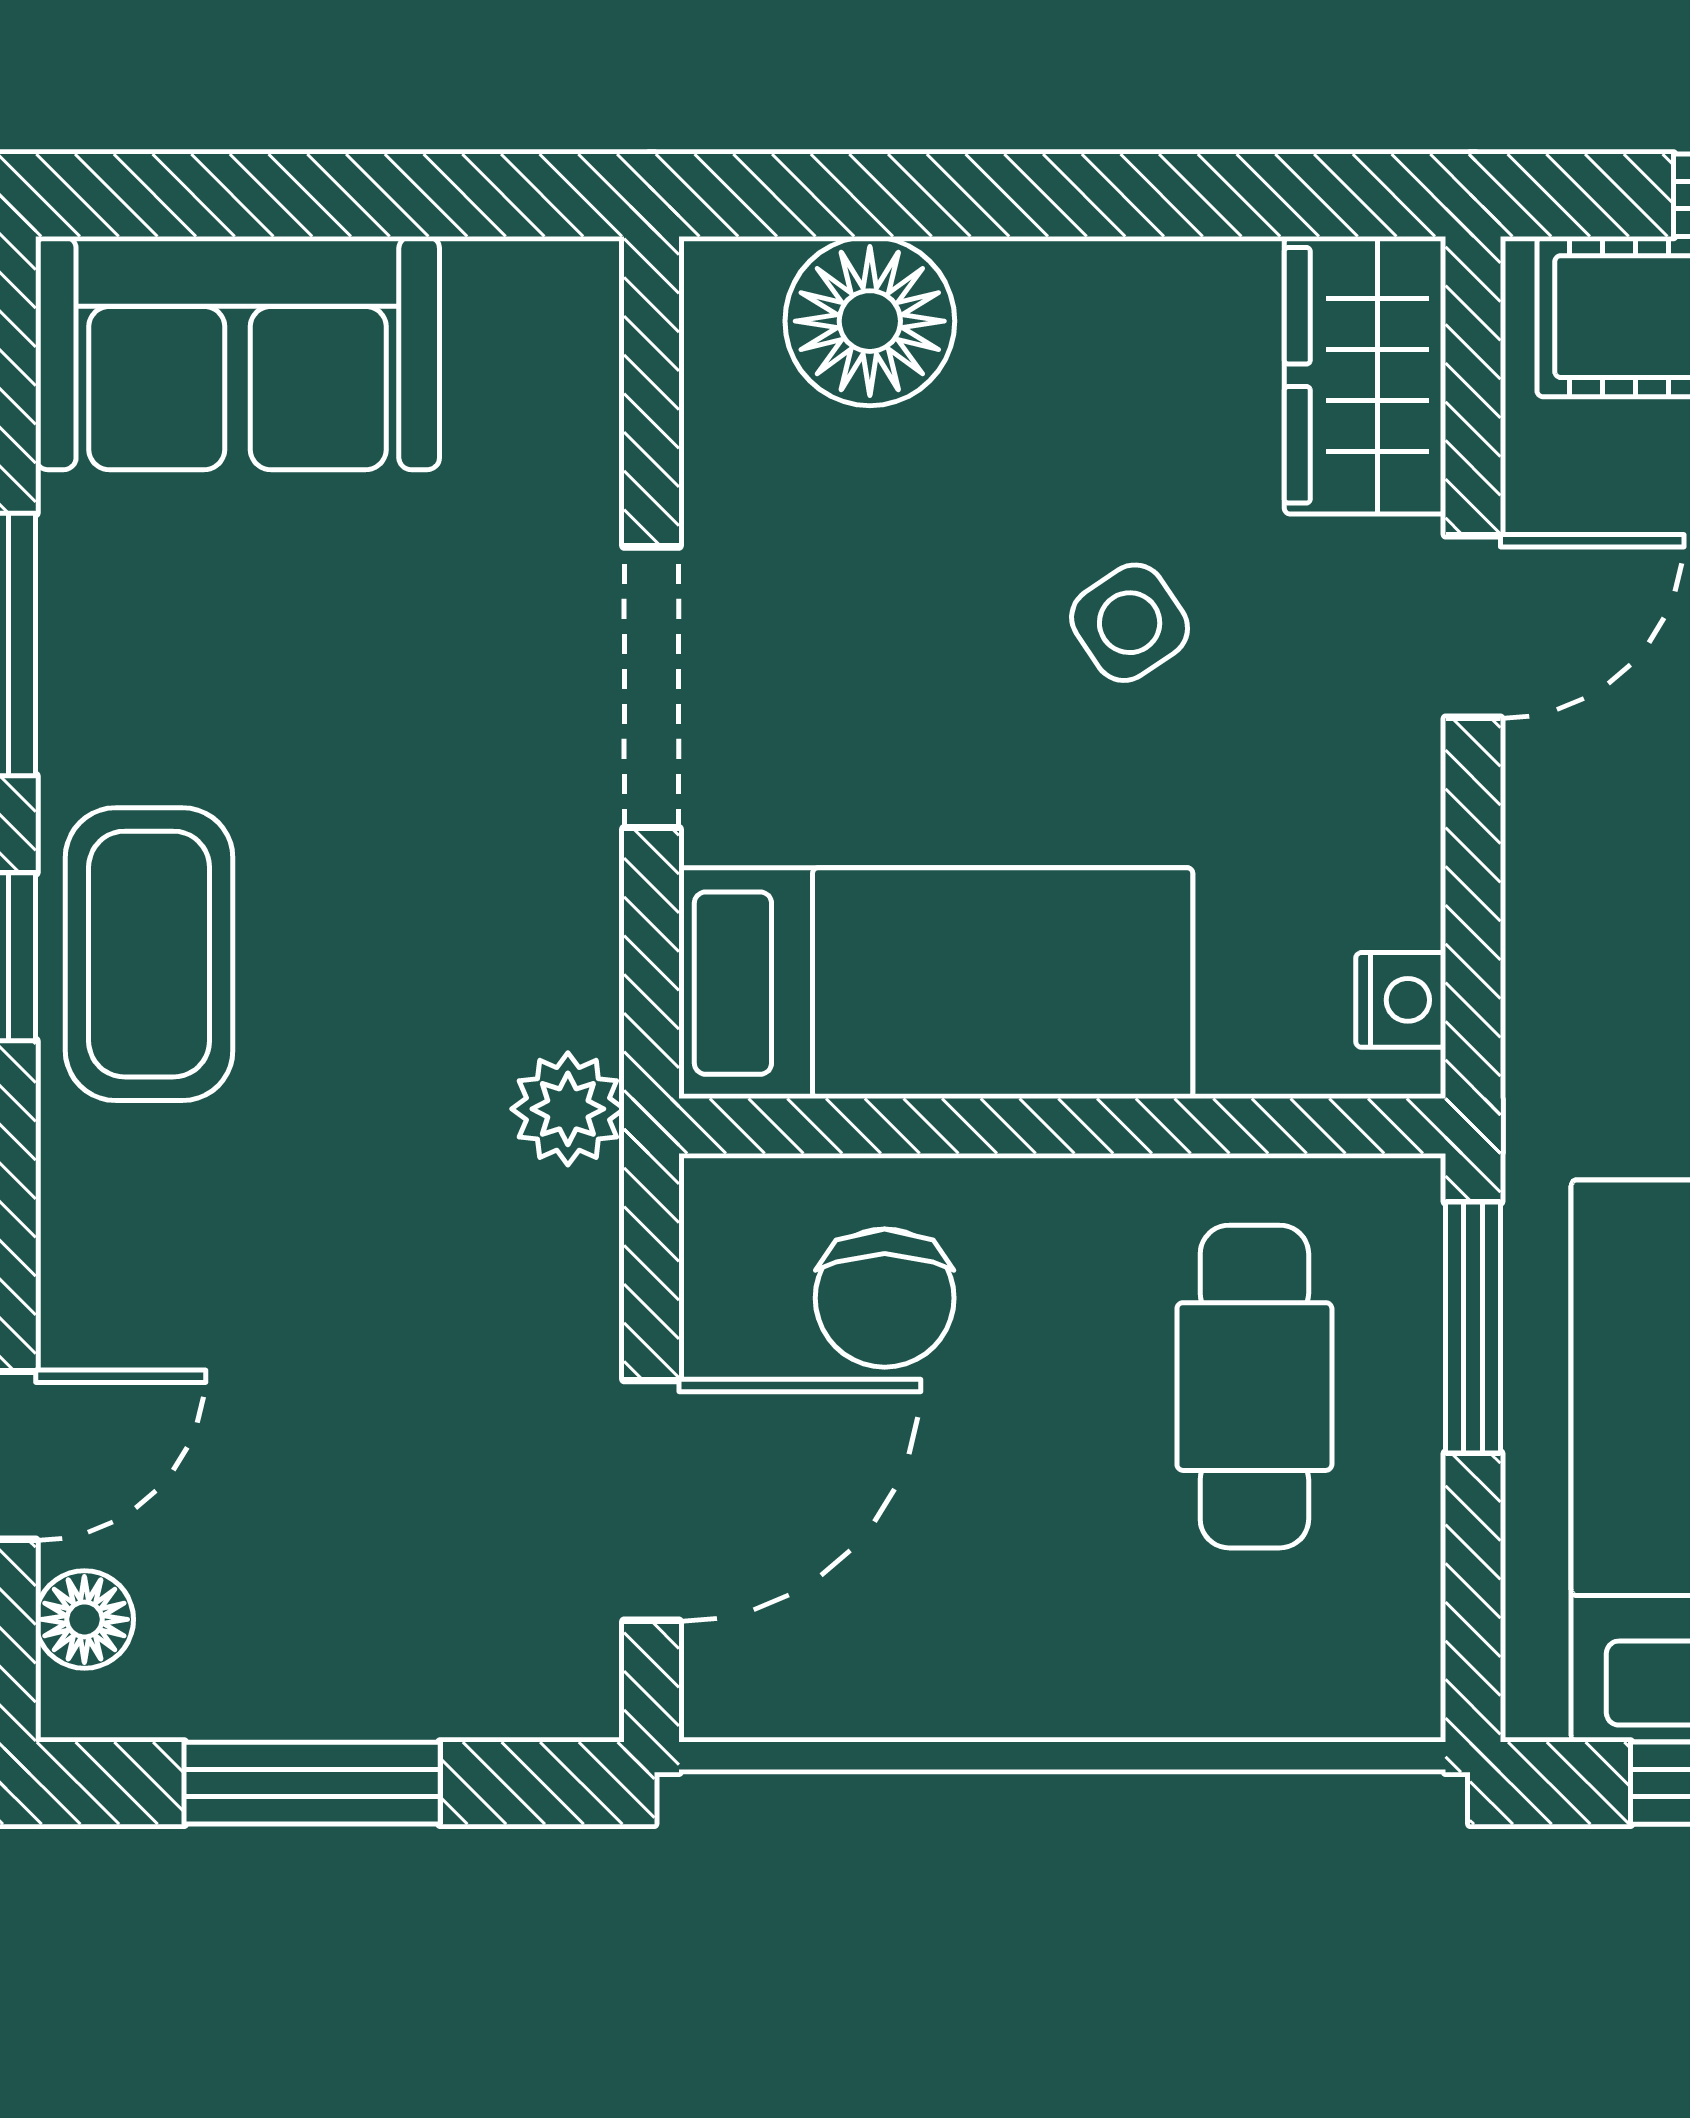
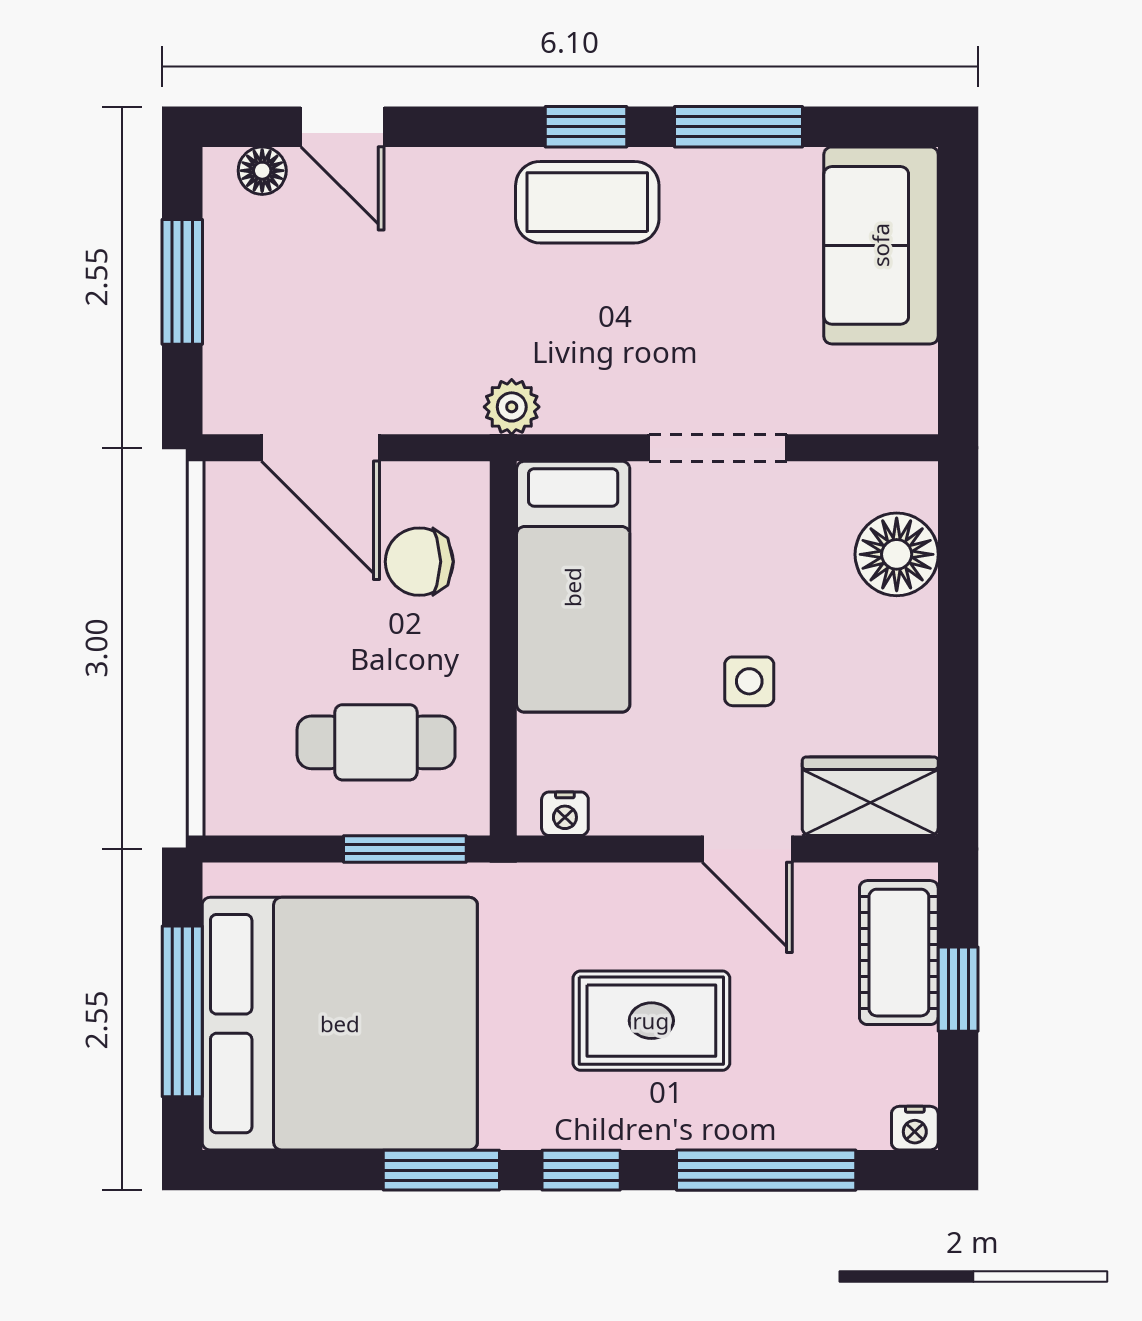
side table: (1130, 623) -> (749, 681), turned 34

